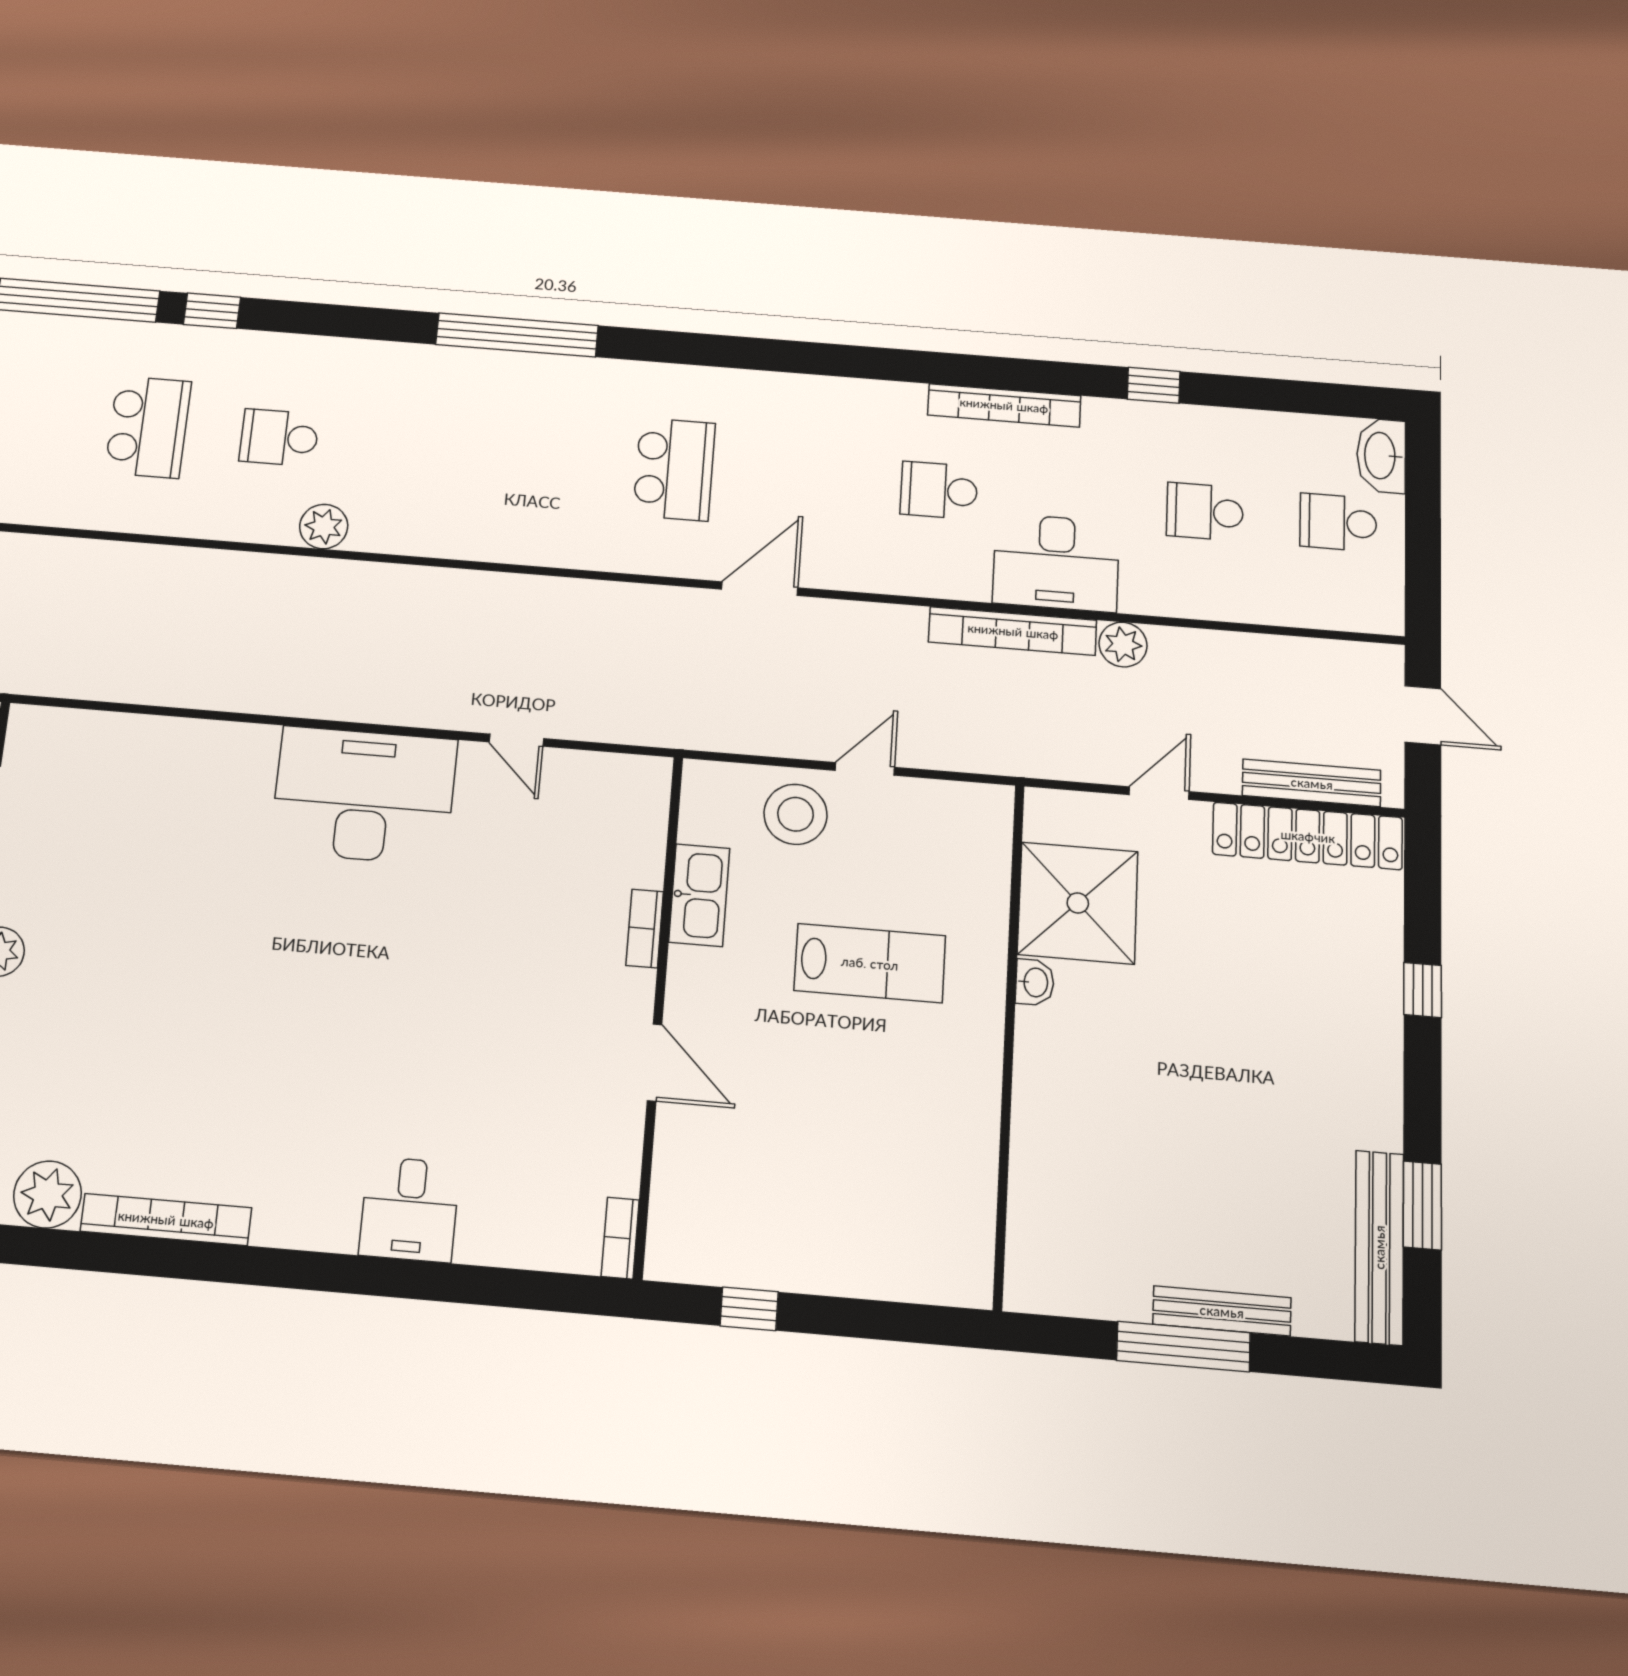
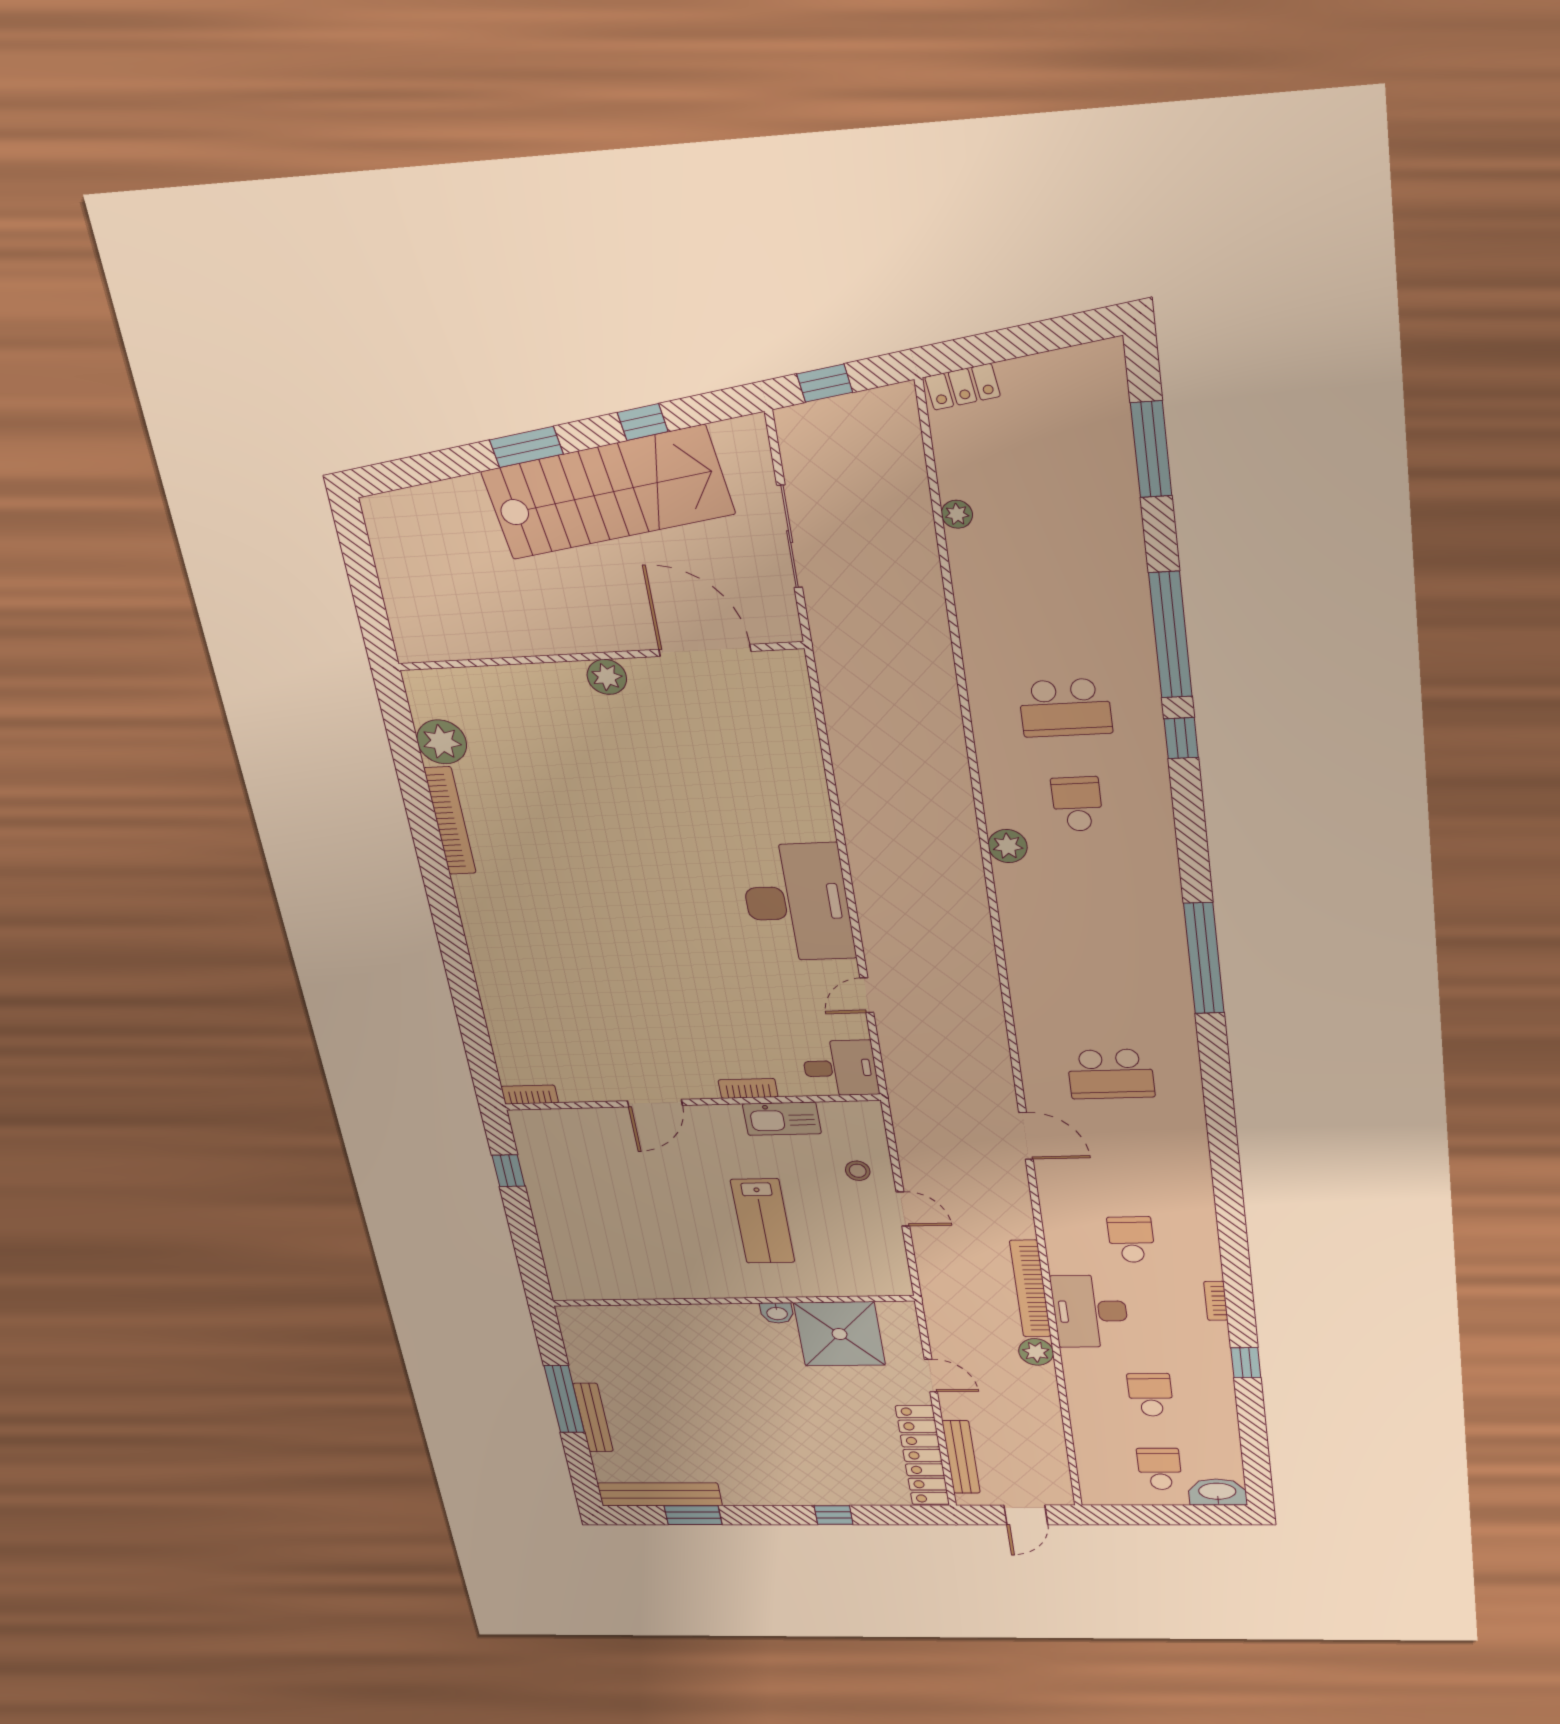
bookcase: (1004, 405) -> (1216, 1301), width x0.43, depth x0.76
stool: (796, 814) -> (858, 1171), width x0.53, depth x0.53
desk: (410, 1209) -> (840, 1068), moved, turned 180

